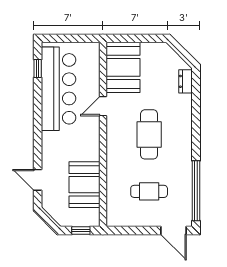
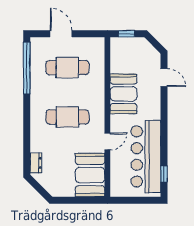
cafe table: (149, 134) -> (67, 117), turned 90
booth: (84, 185) -> (123, 94), moved
cafe table: (149, 191) -> (67, 68), width x1.37, depth x1.35
door: (173, 230) -> (61, 34), moved

